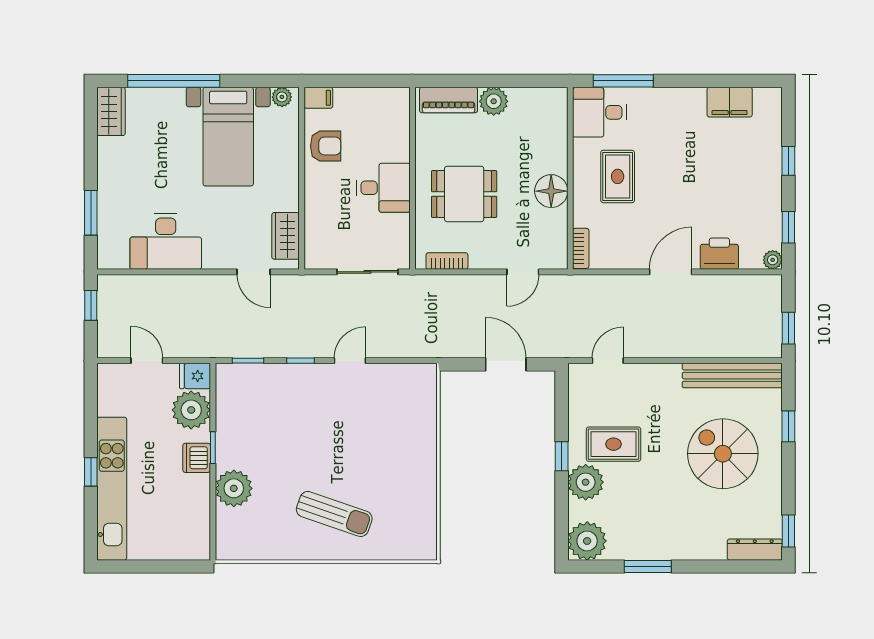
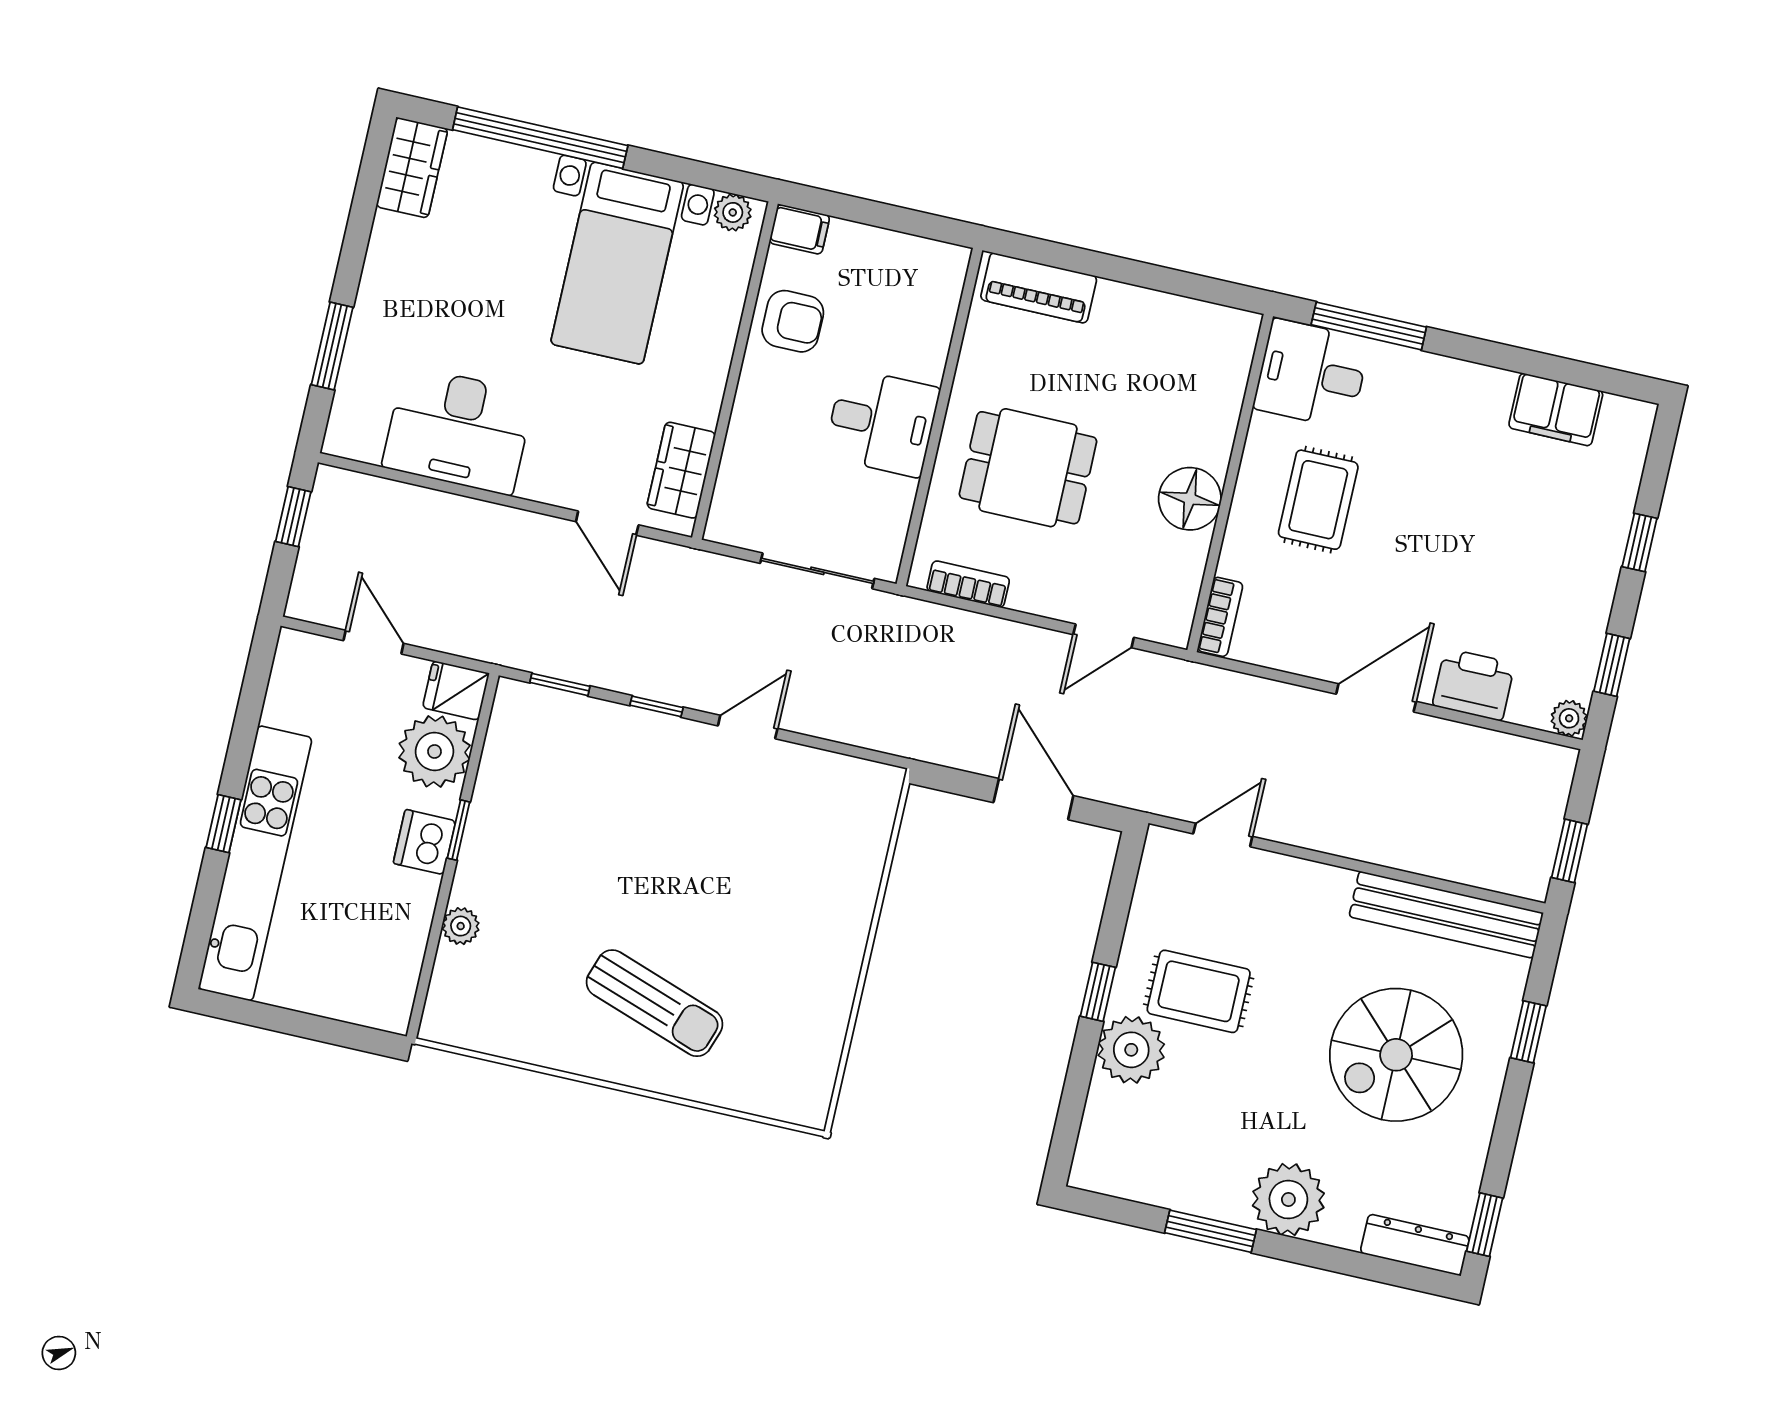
plant: (494, 101) -> (1121, 309), removed
spiral stairs: (723, 454) -> (1396, 1055), turned -90
plant: (234, 488) -> (461, 926), width x0.53, depth x0.53
plant: (587, 541) -> (1288, 1200), moved

